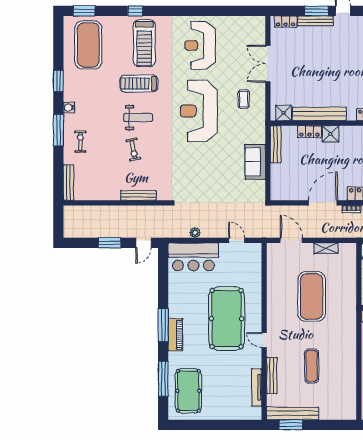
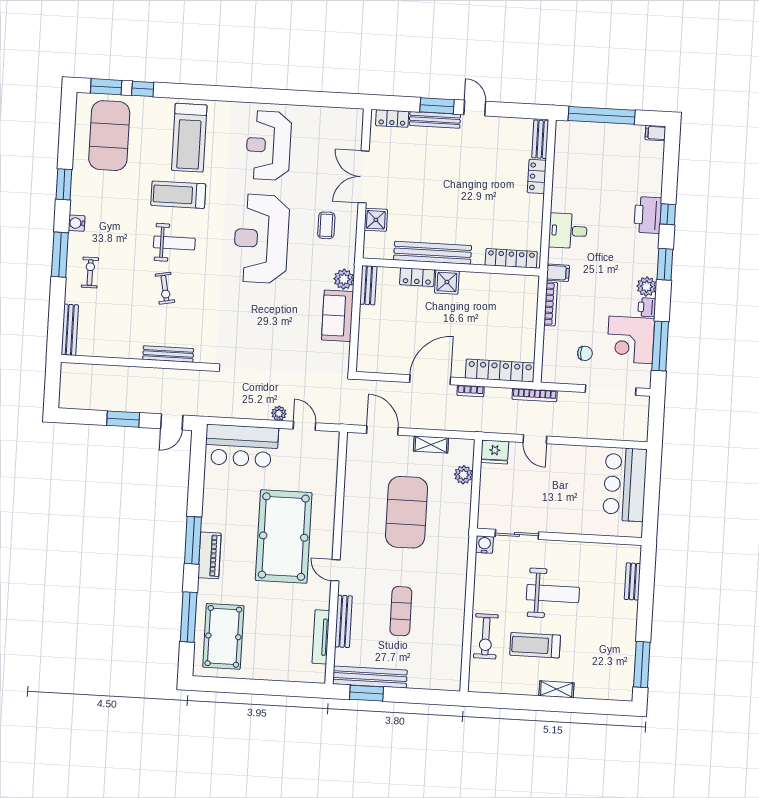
window: (135, 11) -> (143, 89), moved
shower: (283, 113) -> (376, 220), moved
plant: (258, 136) -> (344, 279), added
bench: (276, 144) -> (368, 285), width x0.73
plant: (195, 233) -> (279, 413), moved
plant: (350, 268) -> (463, 475), added

